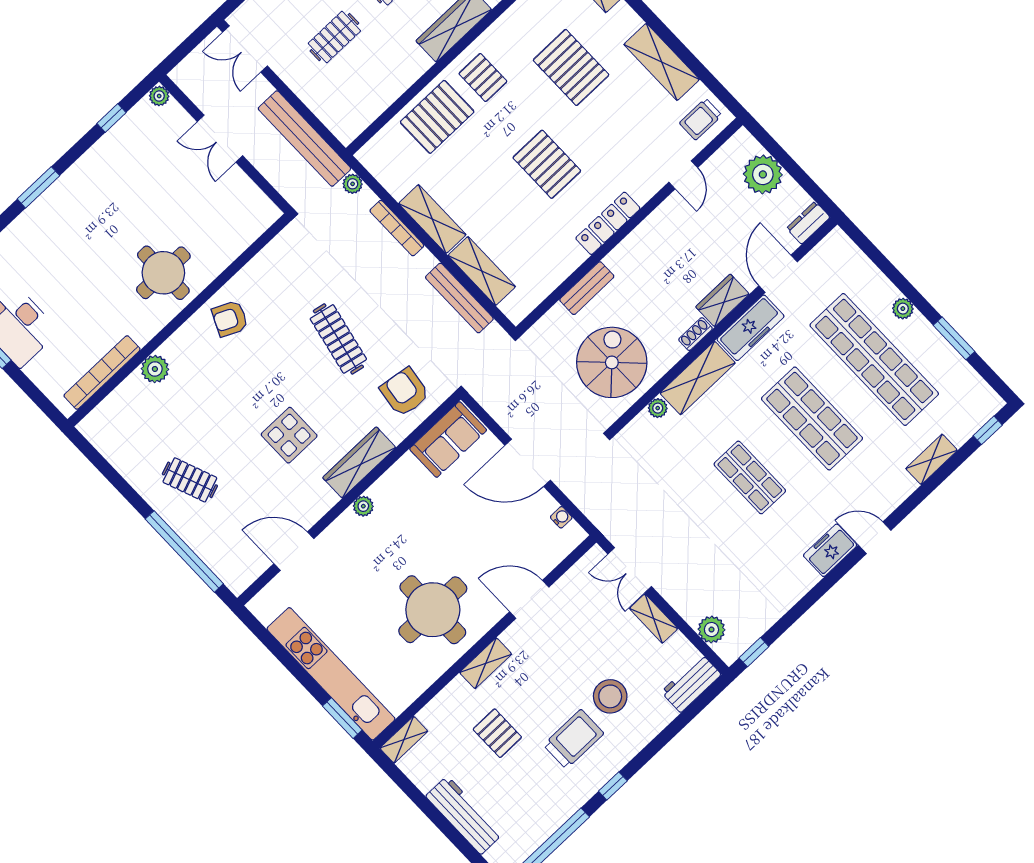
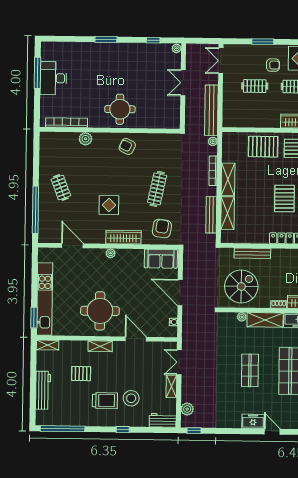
bench: (587, 288) -> (252, 253), width x1.36
pallet: (497, 733) -> (81, 374), turned 90
window: (613, 786) -> (123, 430), moved

